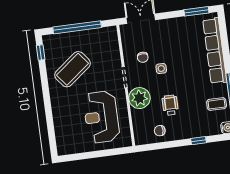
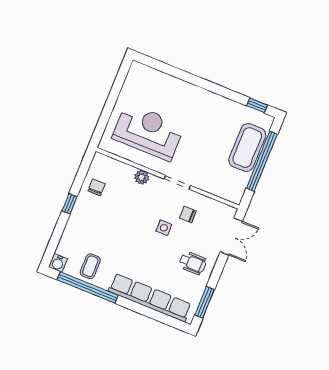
coffee table: (73, 69) -> (247, 148), moved, turned 38
plant: (139, 98) -> (142, 177), width x0.53, depth x0.53
wheelchair: (170, 105) -> (193, 263), moved
window: (198, 141) -> (70, 204), moved

